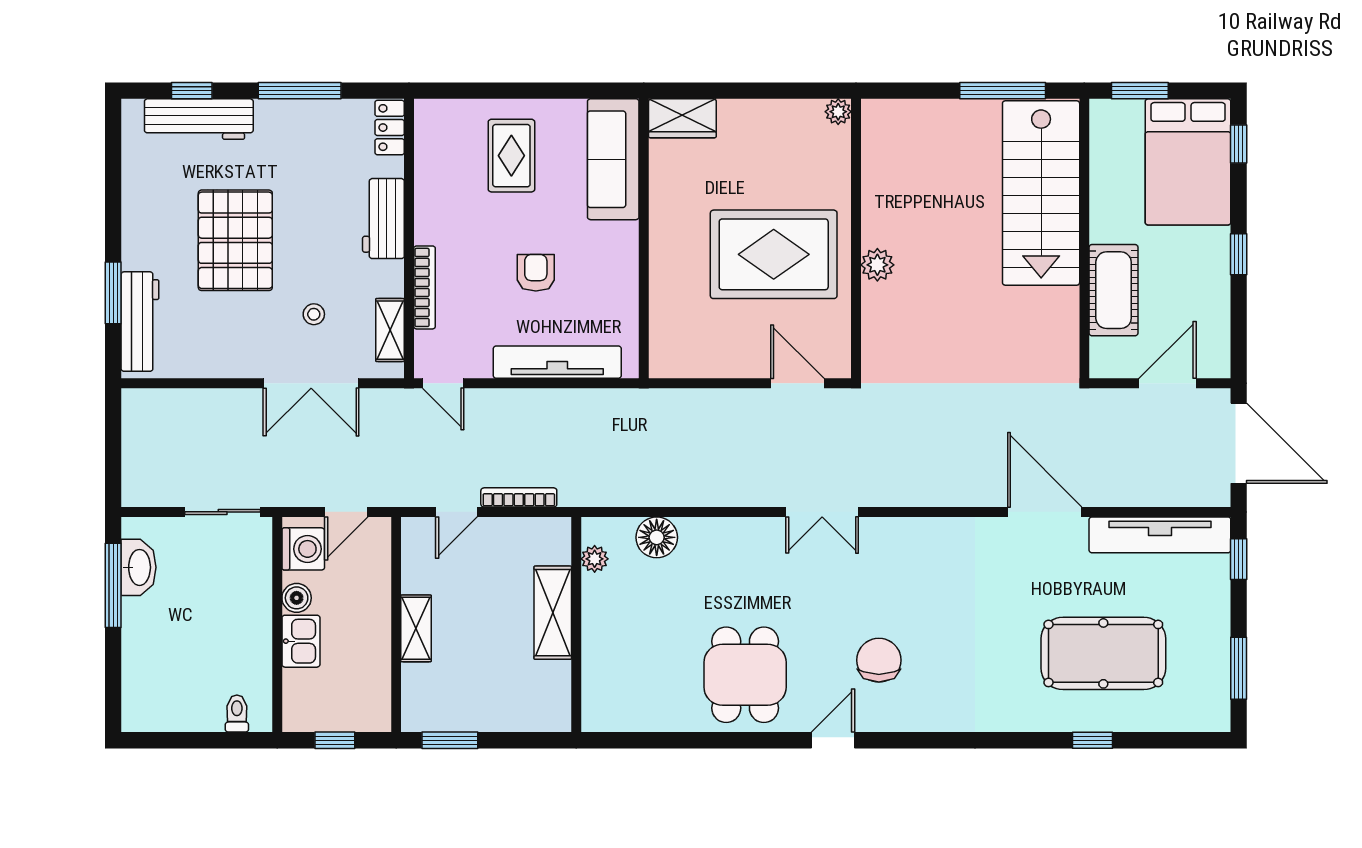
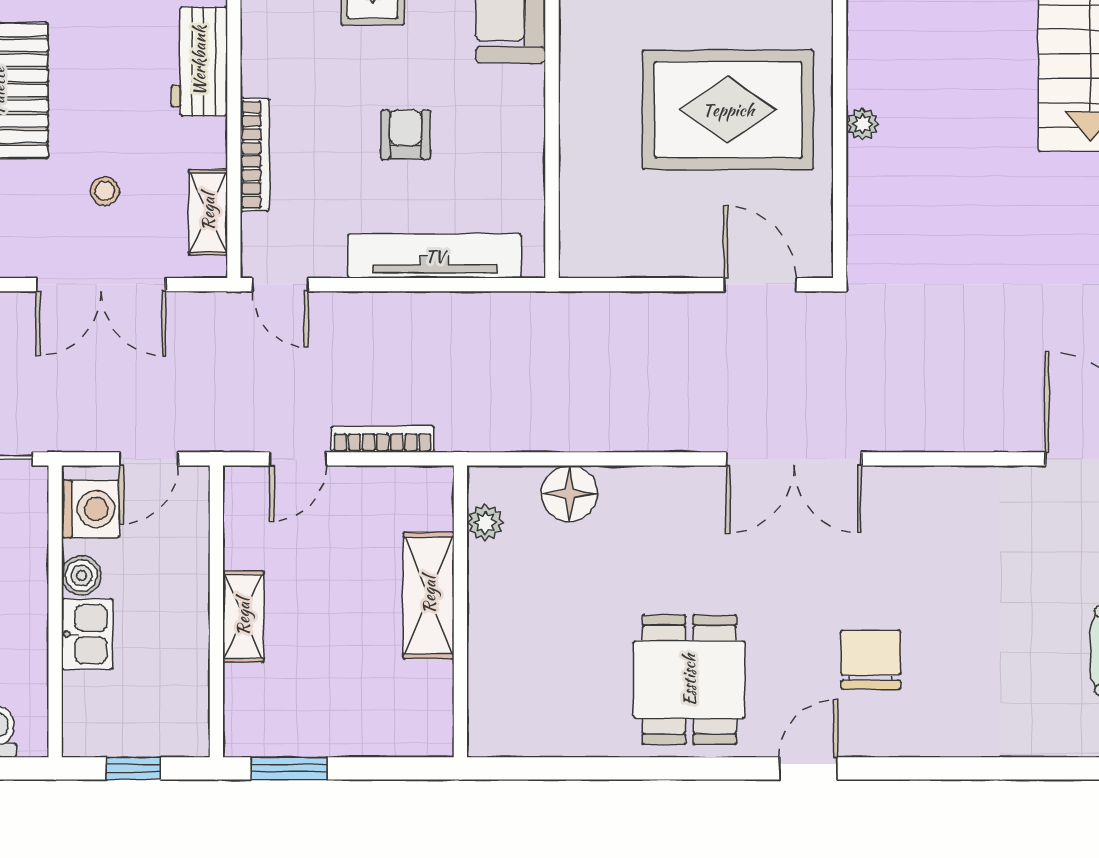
plant: (877, 265) -> (862, 124), width x0.73, depth x0.73
double door: (822, 512) -> (794, 459), width x1.37

